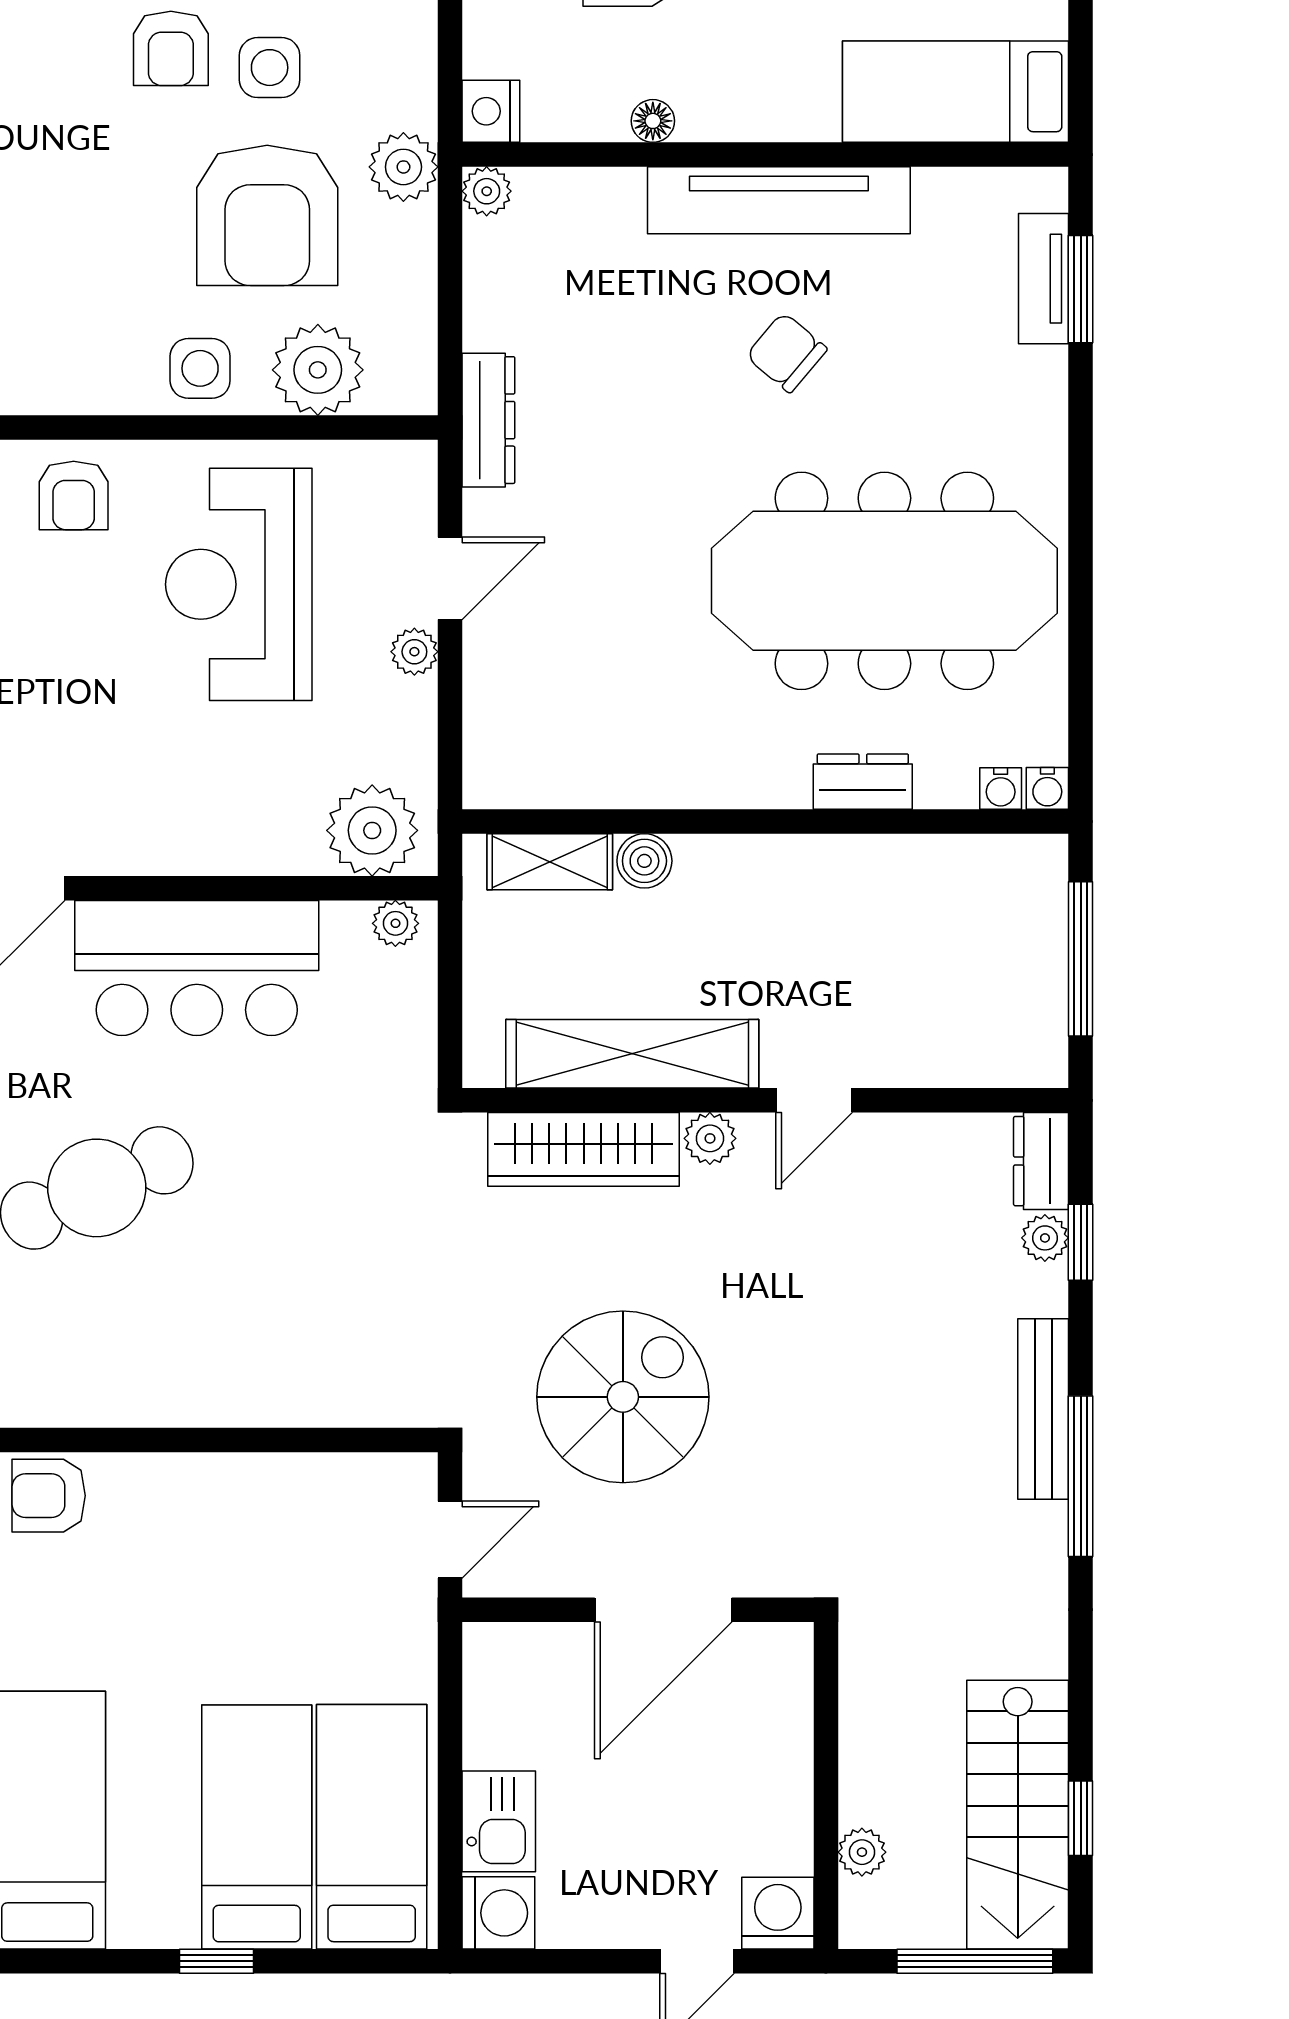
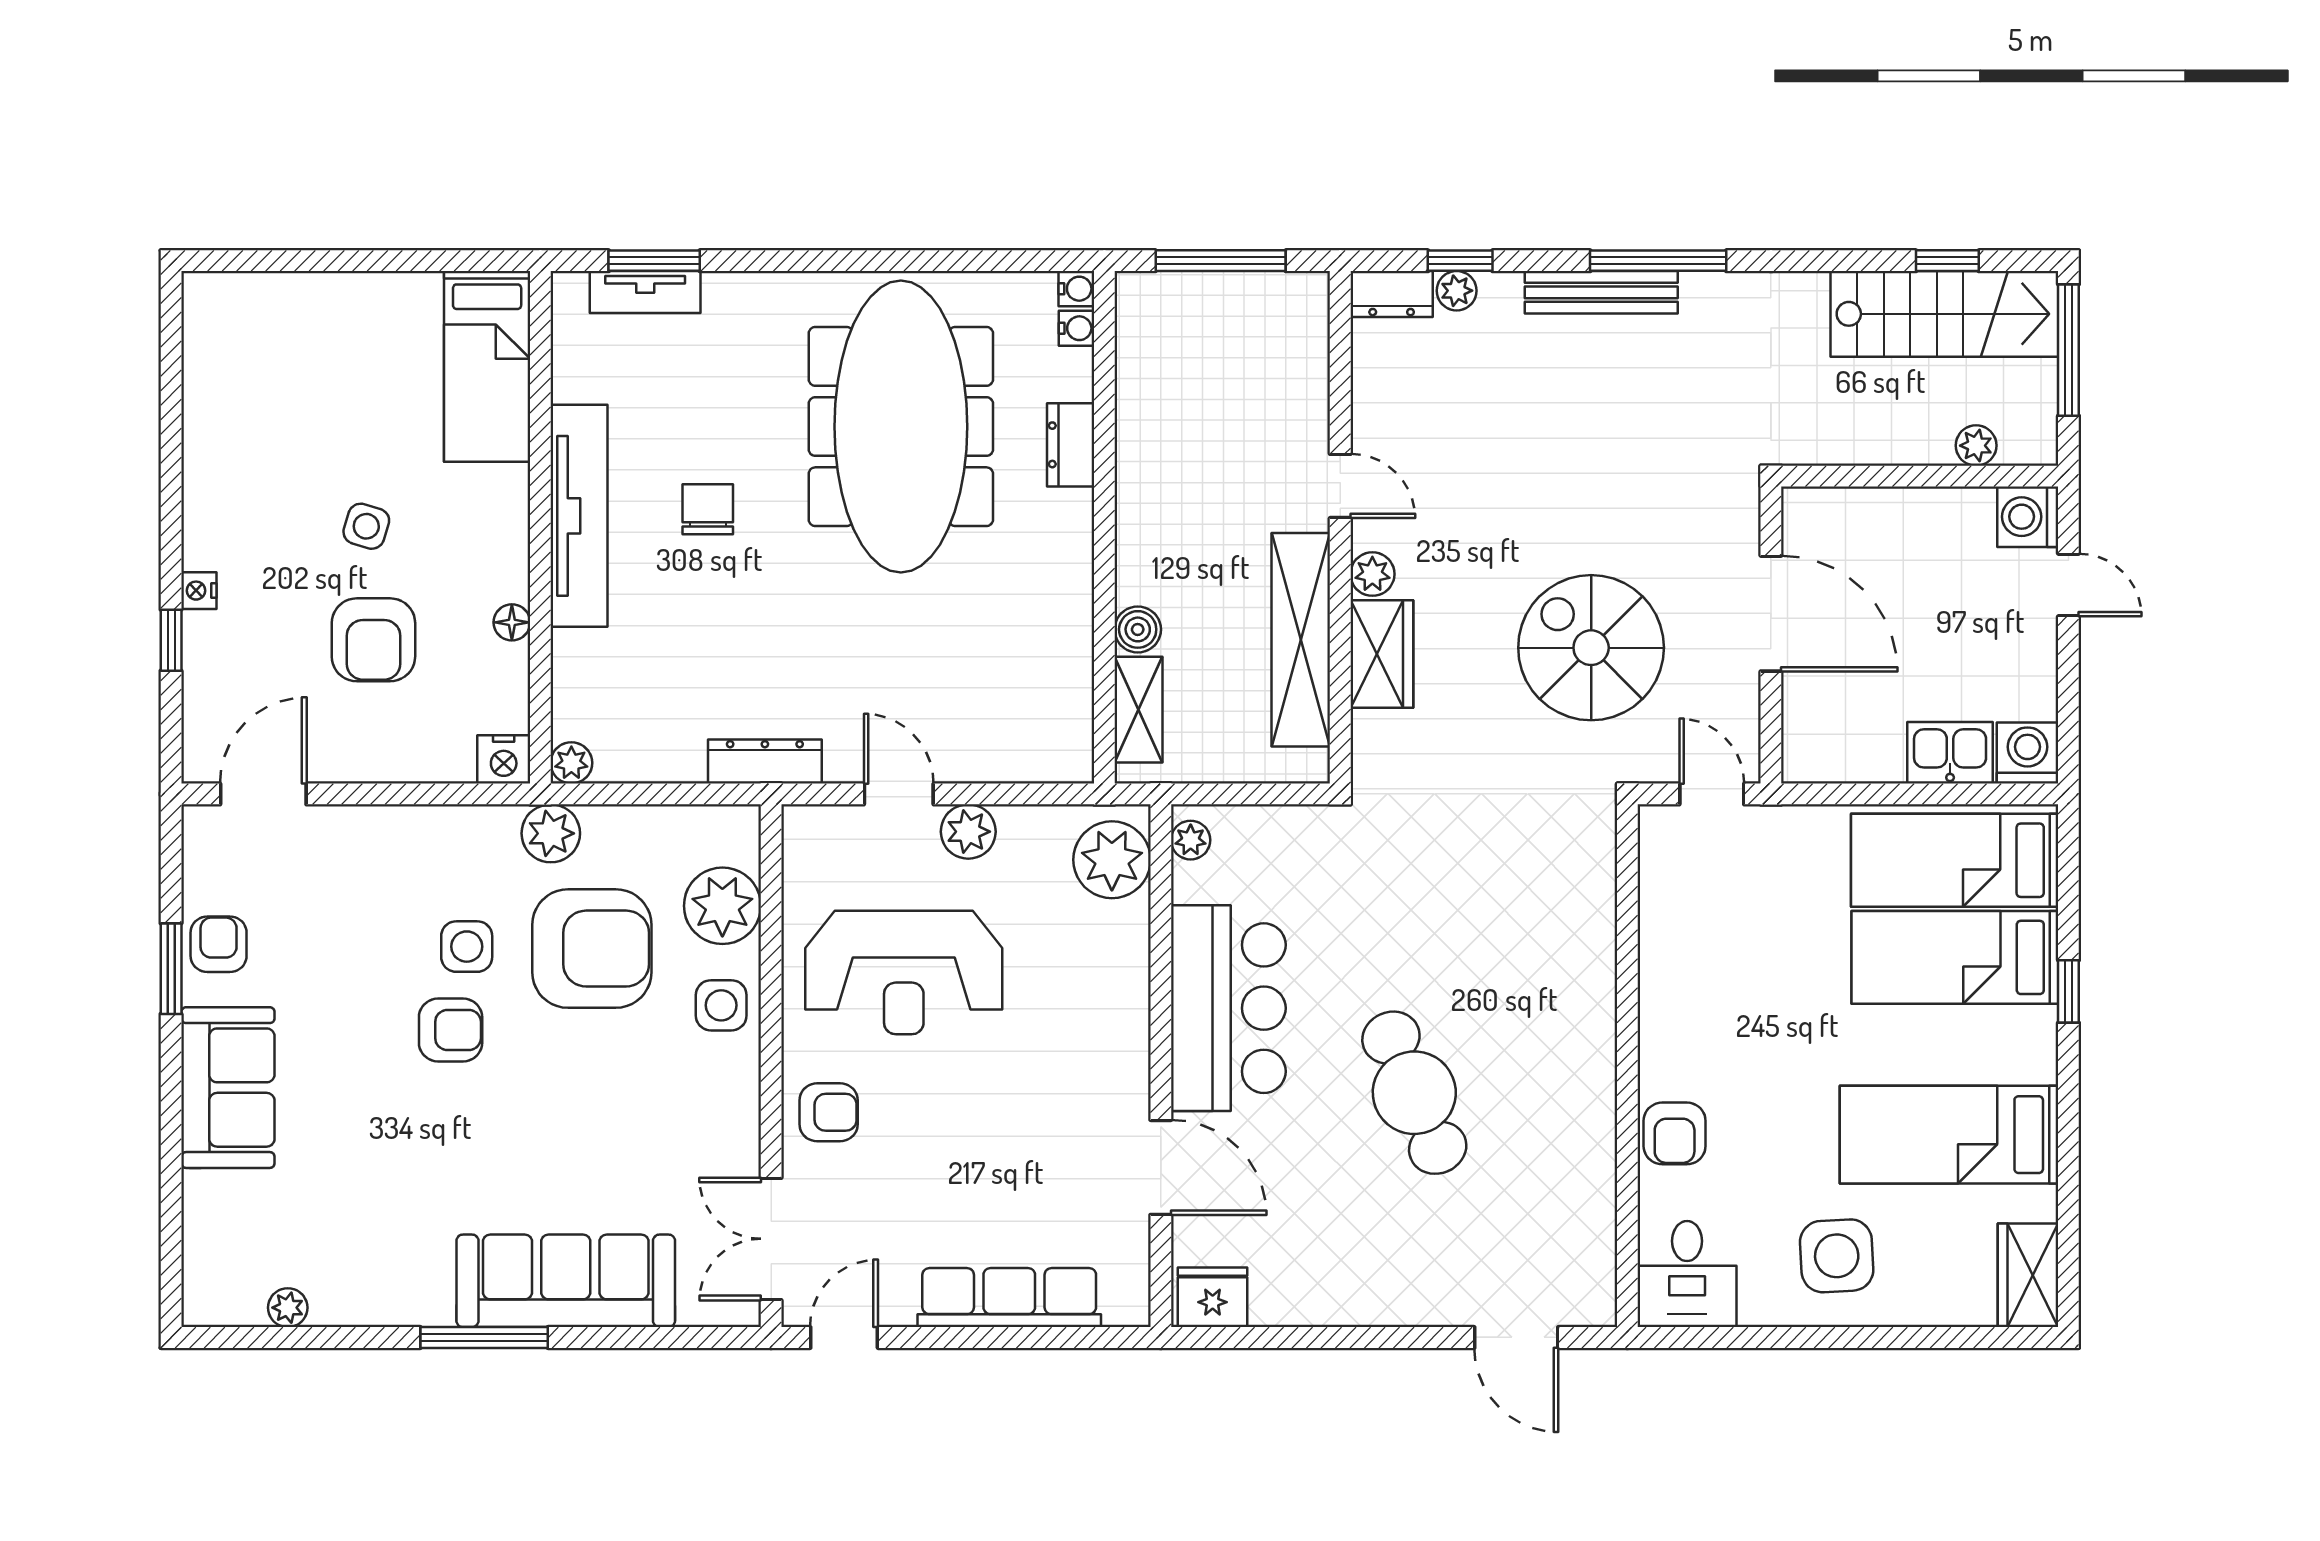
chair: (787, 353) -> (708, 509), turned 140
plant: (414, 652) -> (968, 832), width x1.38, depth x1.38
wardrobe: (584, 1149) -> (1382, 654), width x0.67

